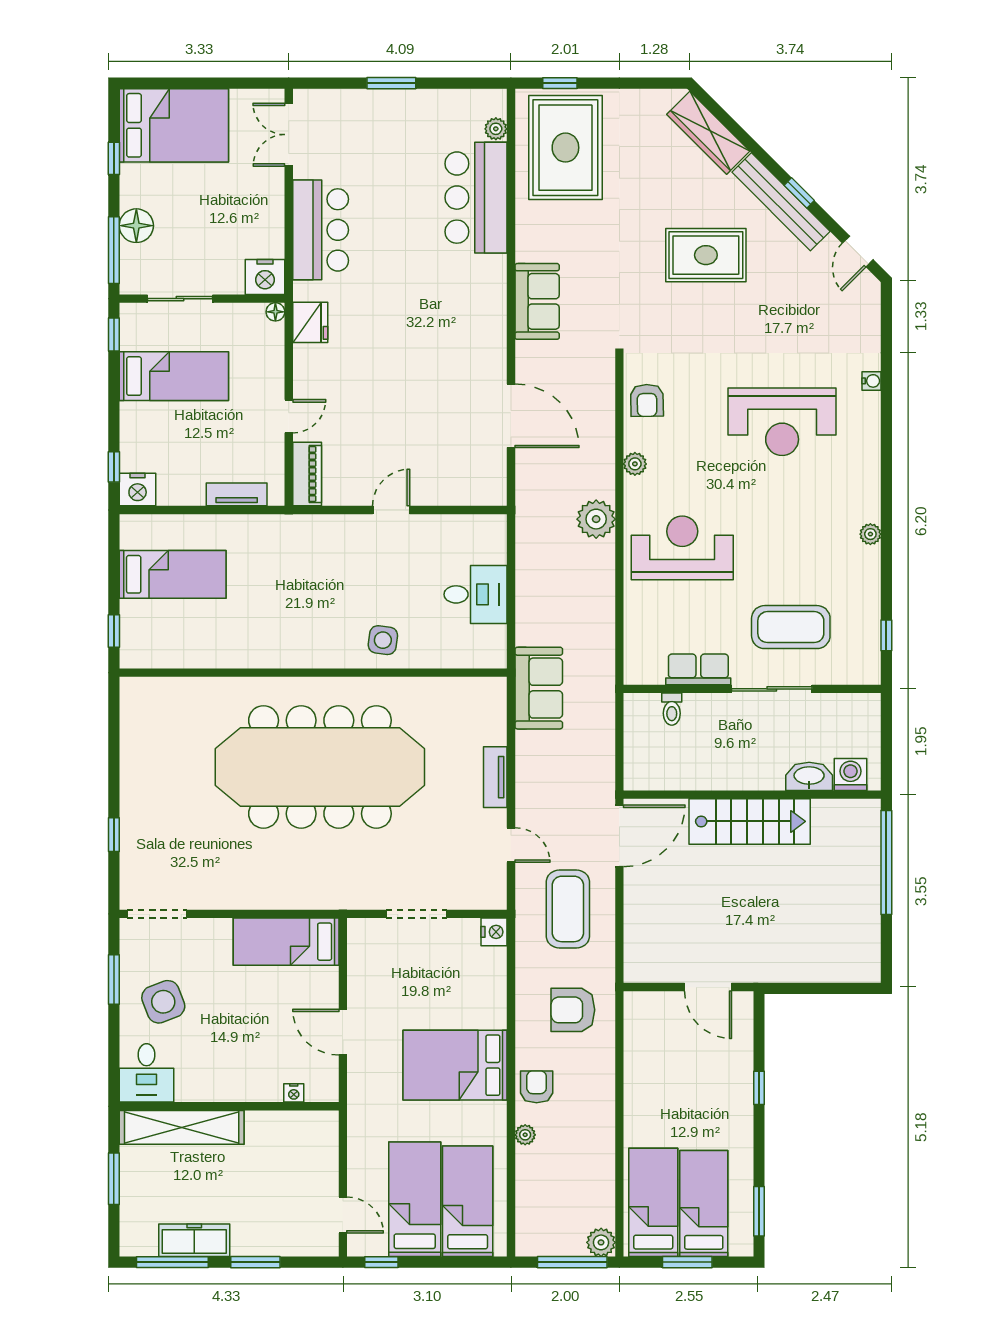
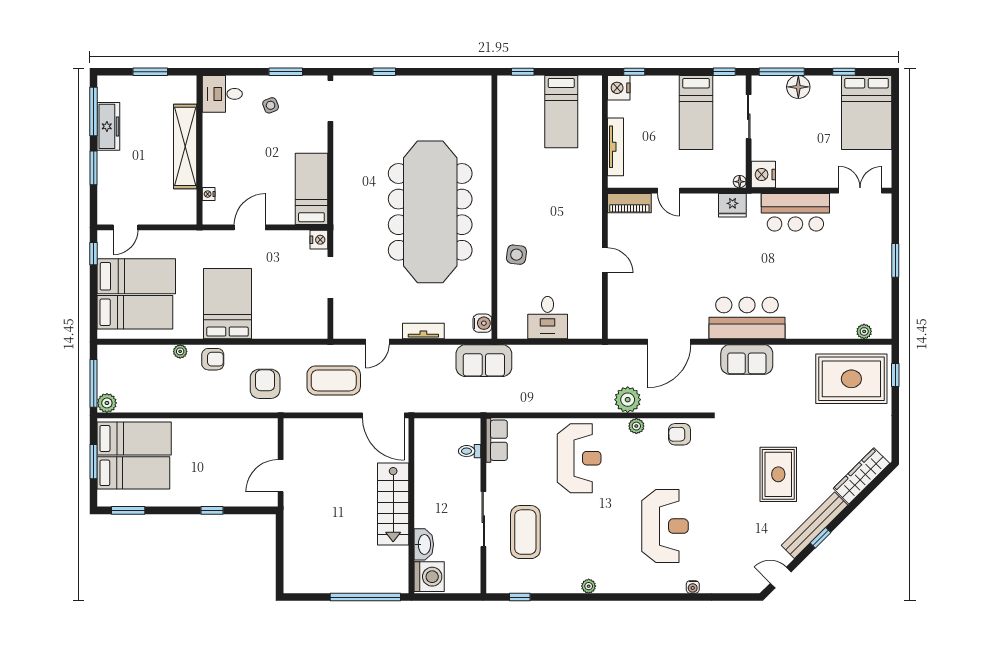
bar counter: (476, 198) -> (747, 318), moved
reception desk: (782, 422) -> (665, 526), turned 180
tv unit: (237, 494) -> (616, 147), width x1.41
plant: (596, 519) -> (628, 400), moved
row of seats: (698, 669) -> (497, 440), moved
water cooler: (484, 690) -> (482, 323), added
washing machine: (850, 774) -> (429, 577), width x1.37, depth x1.37
nightstand: (494, 932) -> (319, 240), moved, turned -90
side table: (163, 1002) -> (271, 105), width x0.54, depth x0.54
shelving: (182, 1127) -> (185, 146), moved

